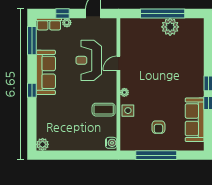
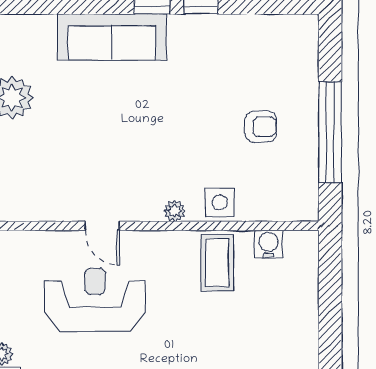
reception desk: (89, 60) -> (95, 300), turned 180
sofa: (195, 120) -> (112, 37), moved
water cooler: (111, 143) -> (269, 244), moved

